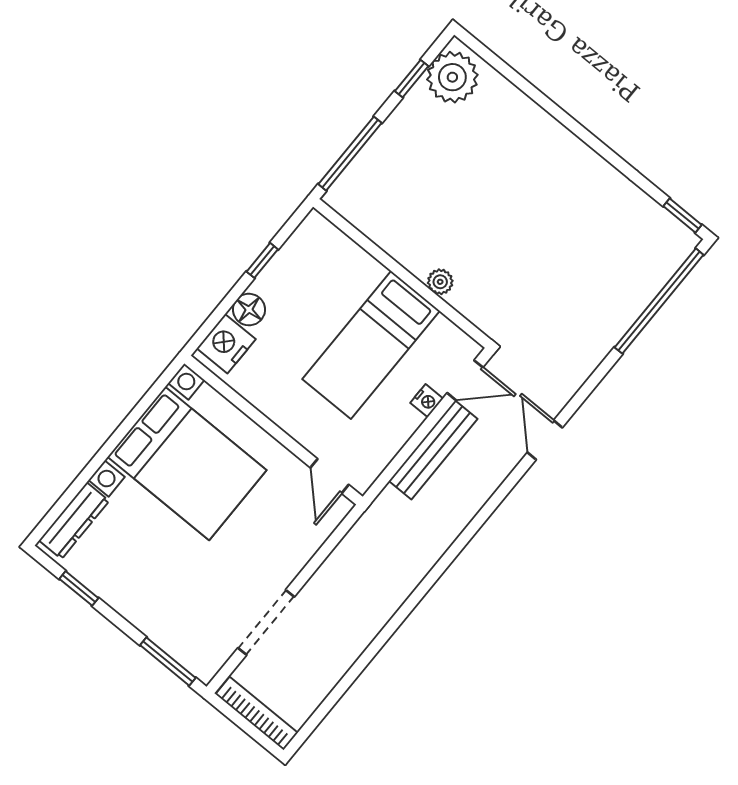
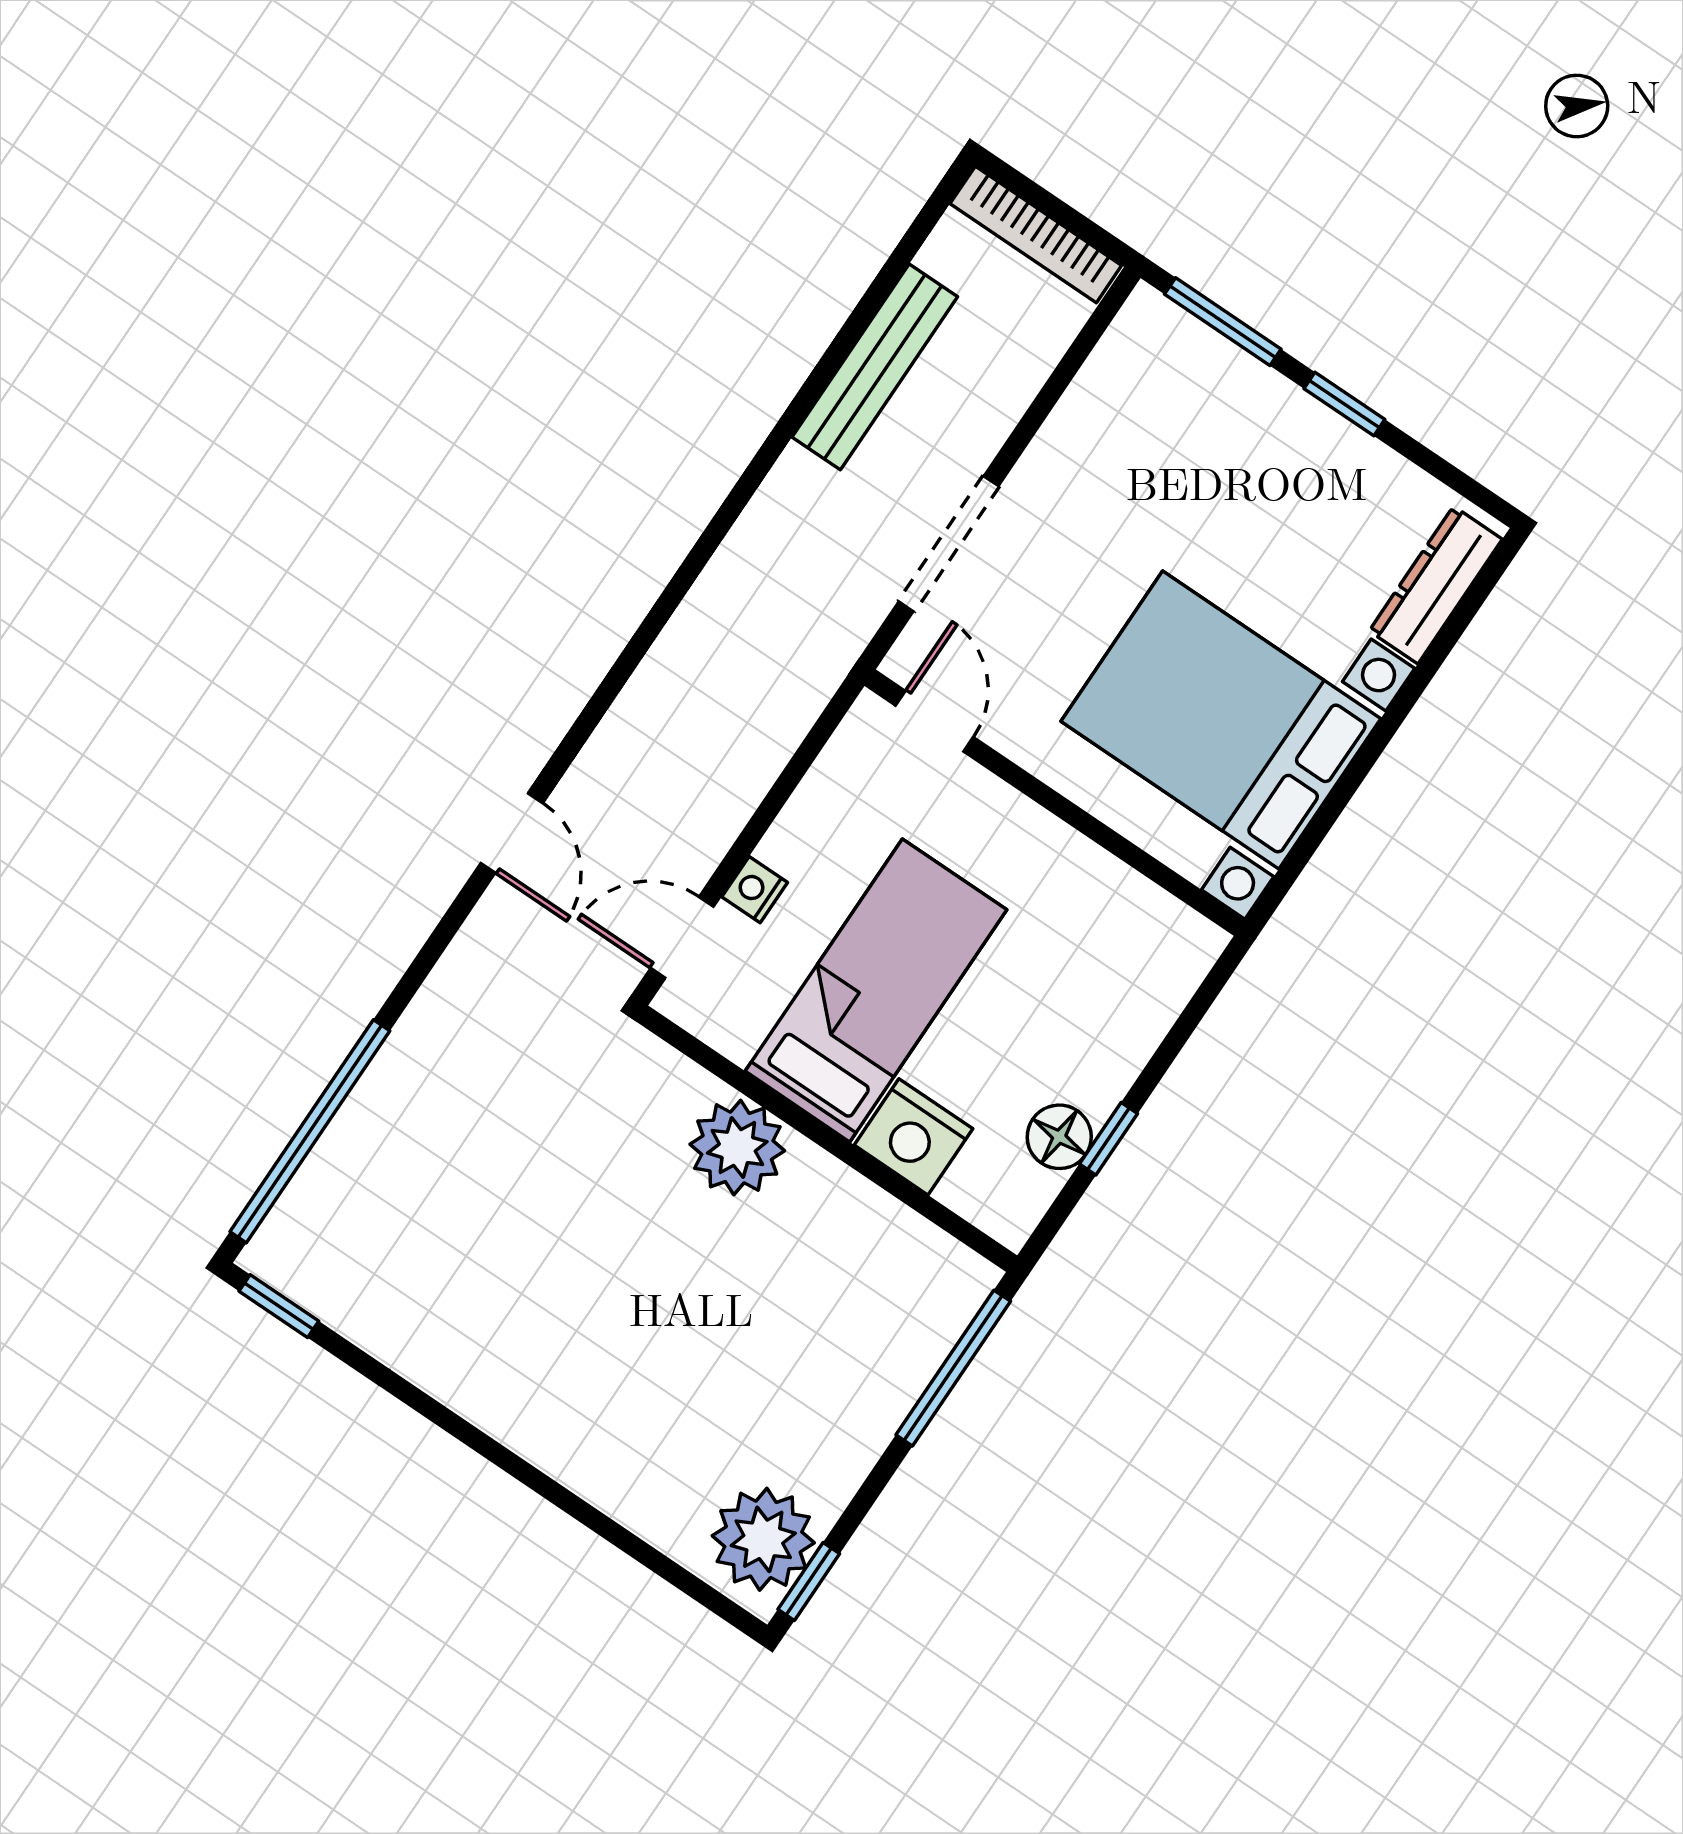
window: (412, 79) -> (809, 1581), moved
plant: (440, 282) -> (737, 1147), width x1.87, depth x1.87
floor lamp: (249, 310) -> (1059, 1137), moved
nightstand: (226, 344) -> (913, 1137), moved, turned 90
bench: (433, 450) -> (875, 367), moved
window: (79, 588) -> (1344, 404), moved
doorway: (266, 622) -> (949, 544), moved

